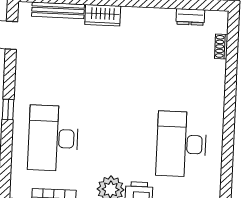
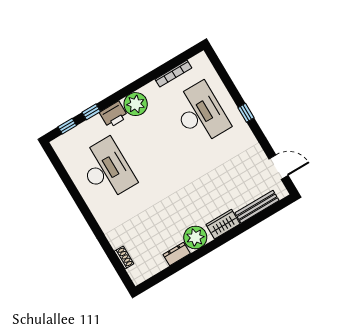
dresser: (190, 17) -> (177, 254), moved
plant: (138, 20) -> (195, 237), added

